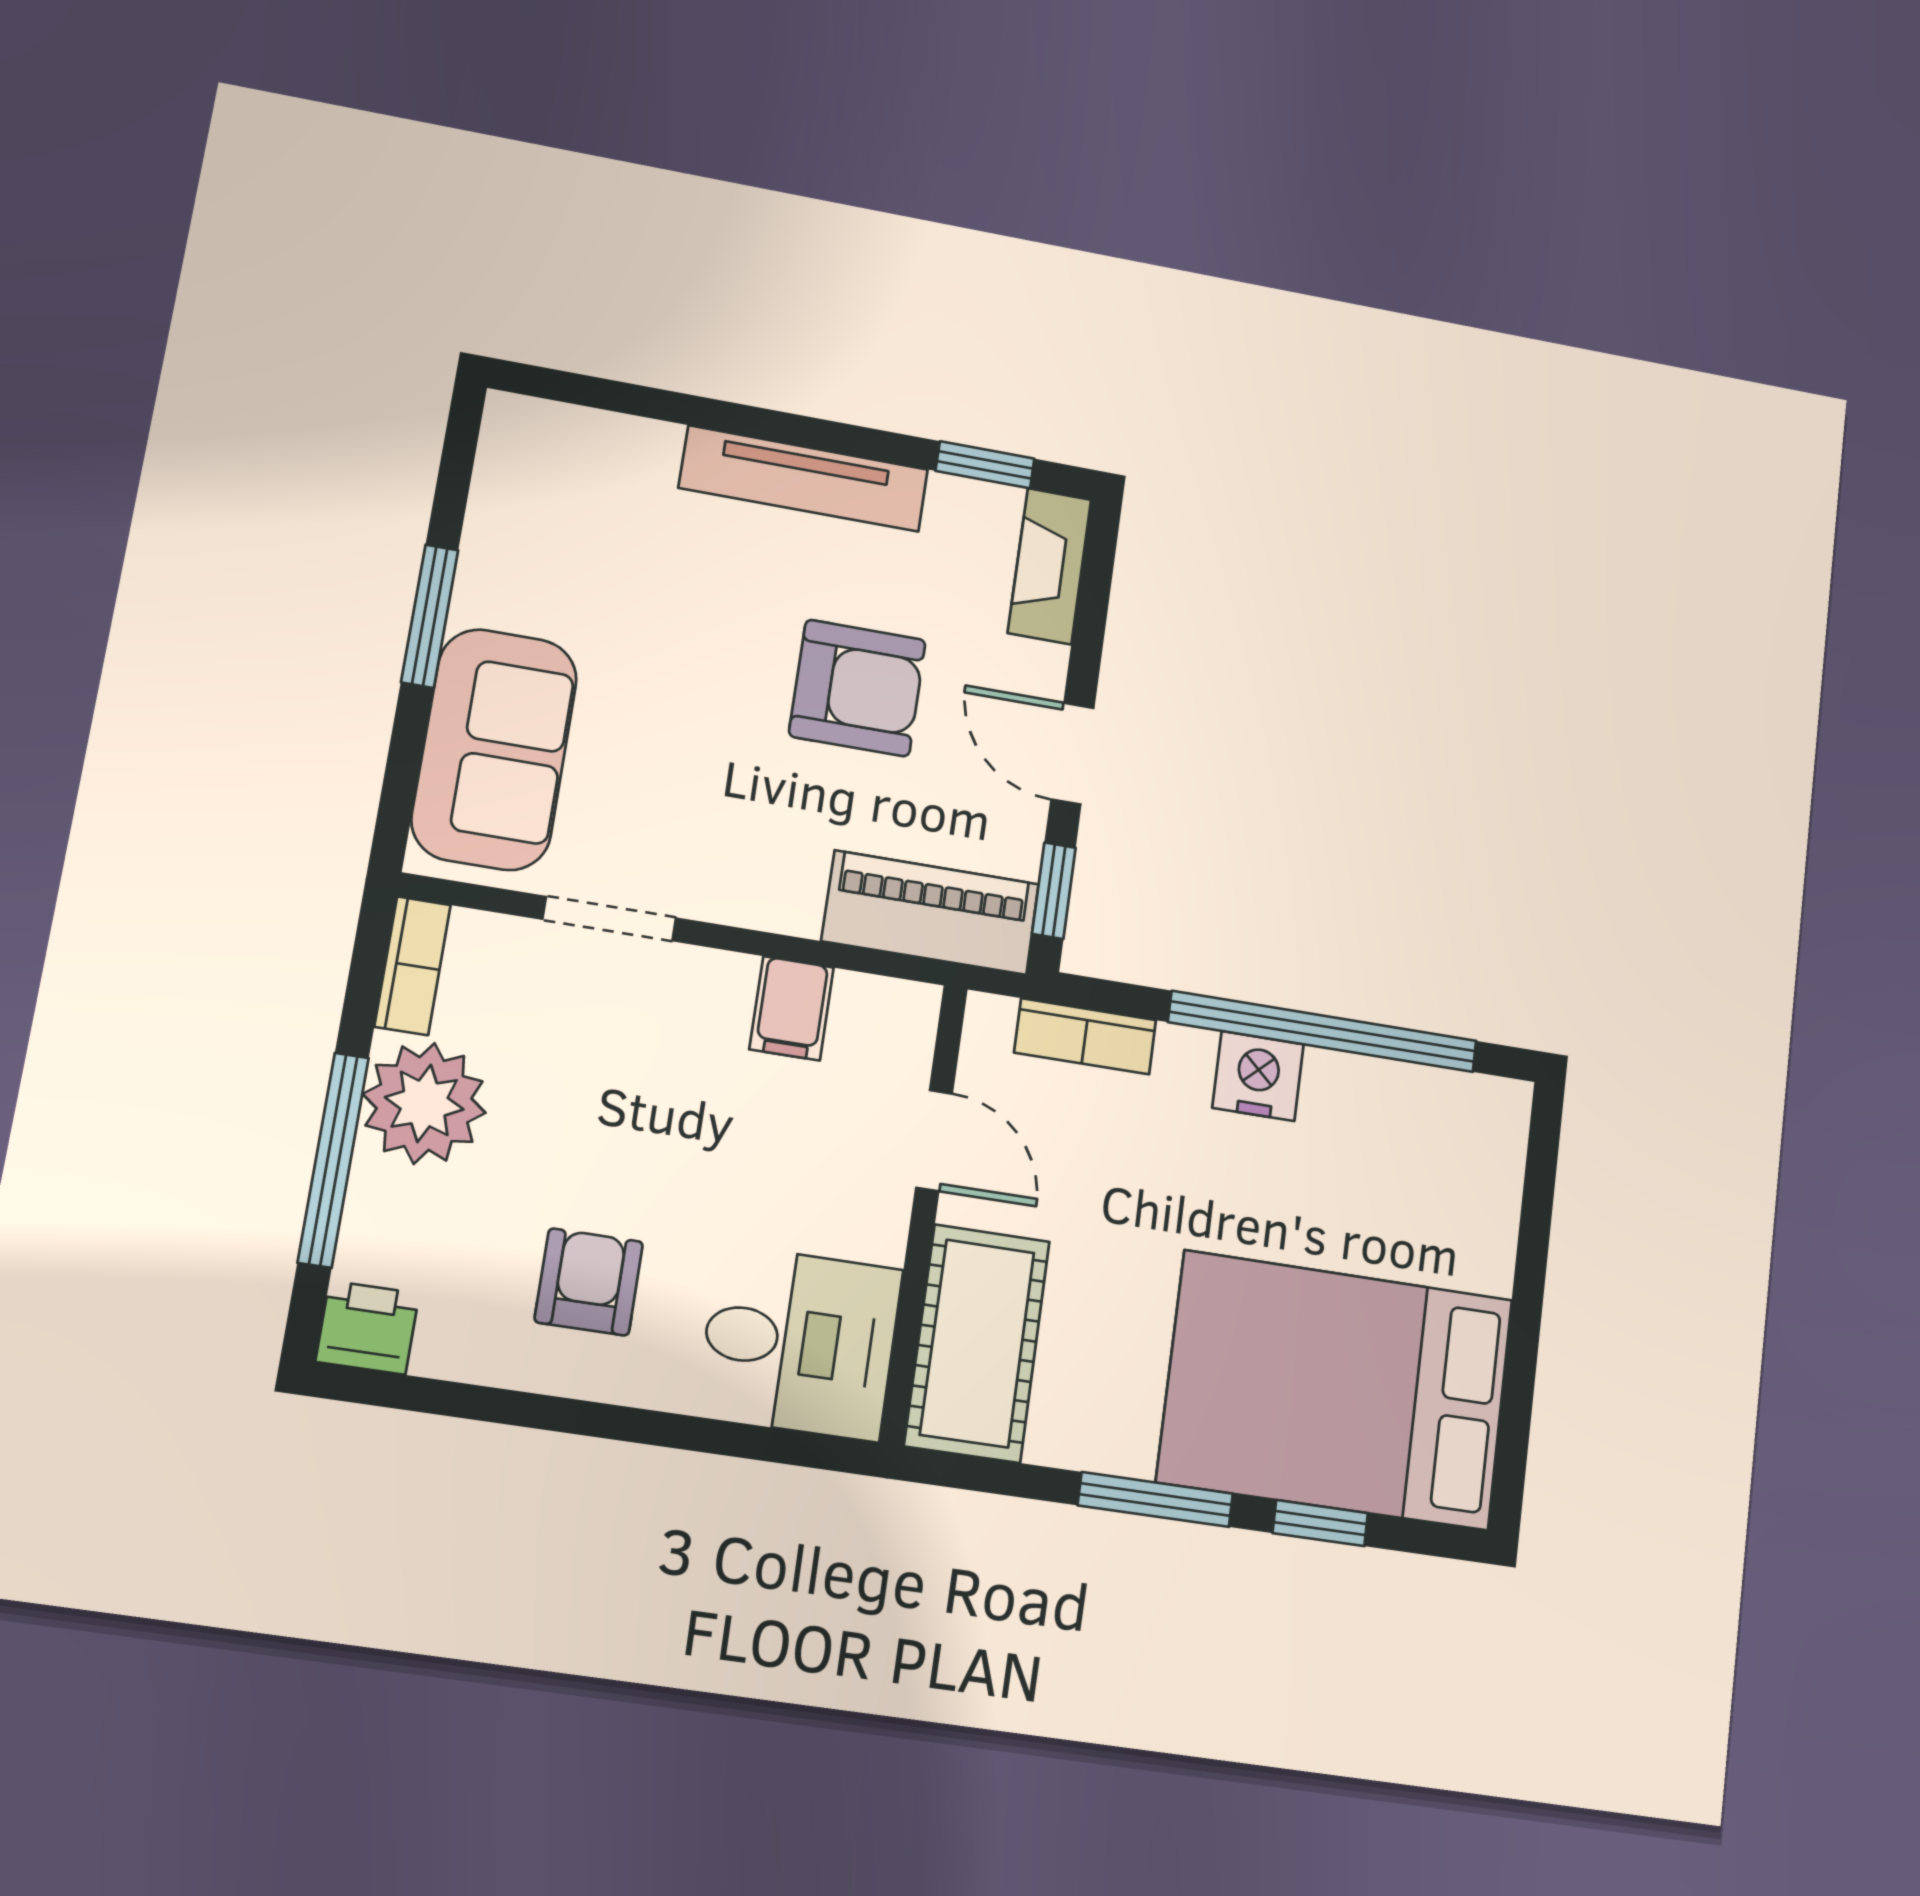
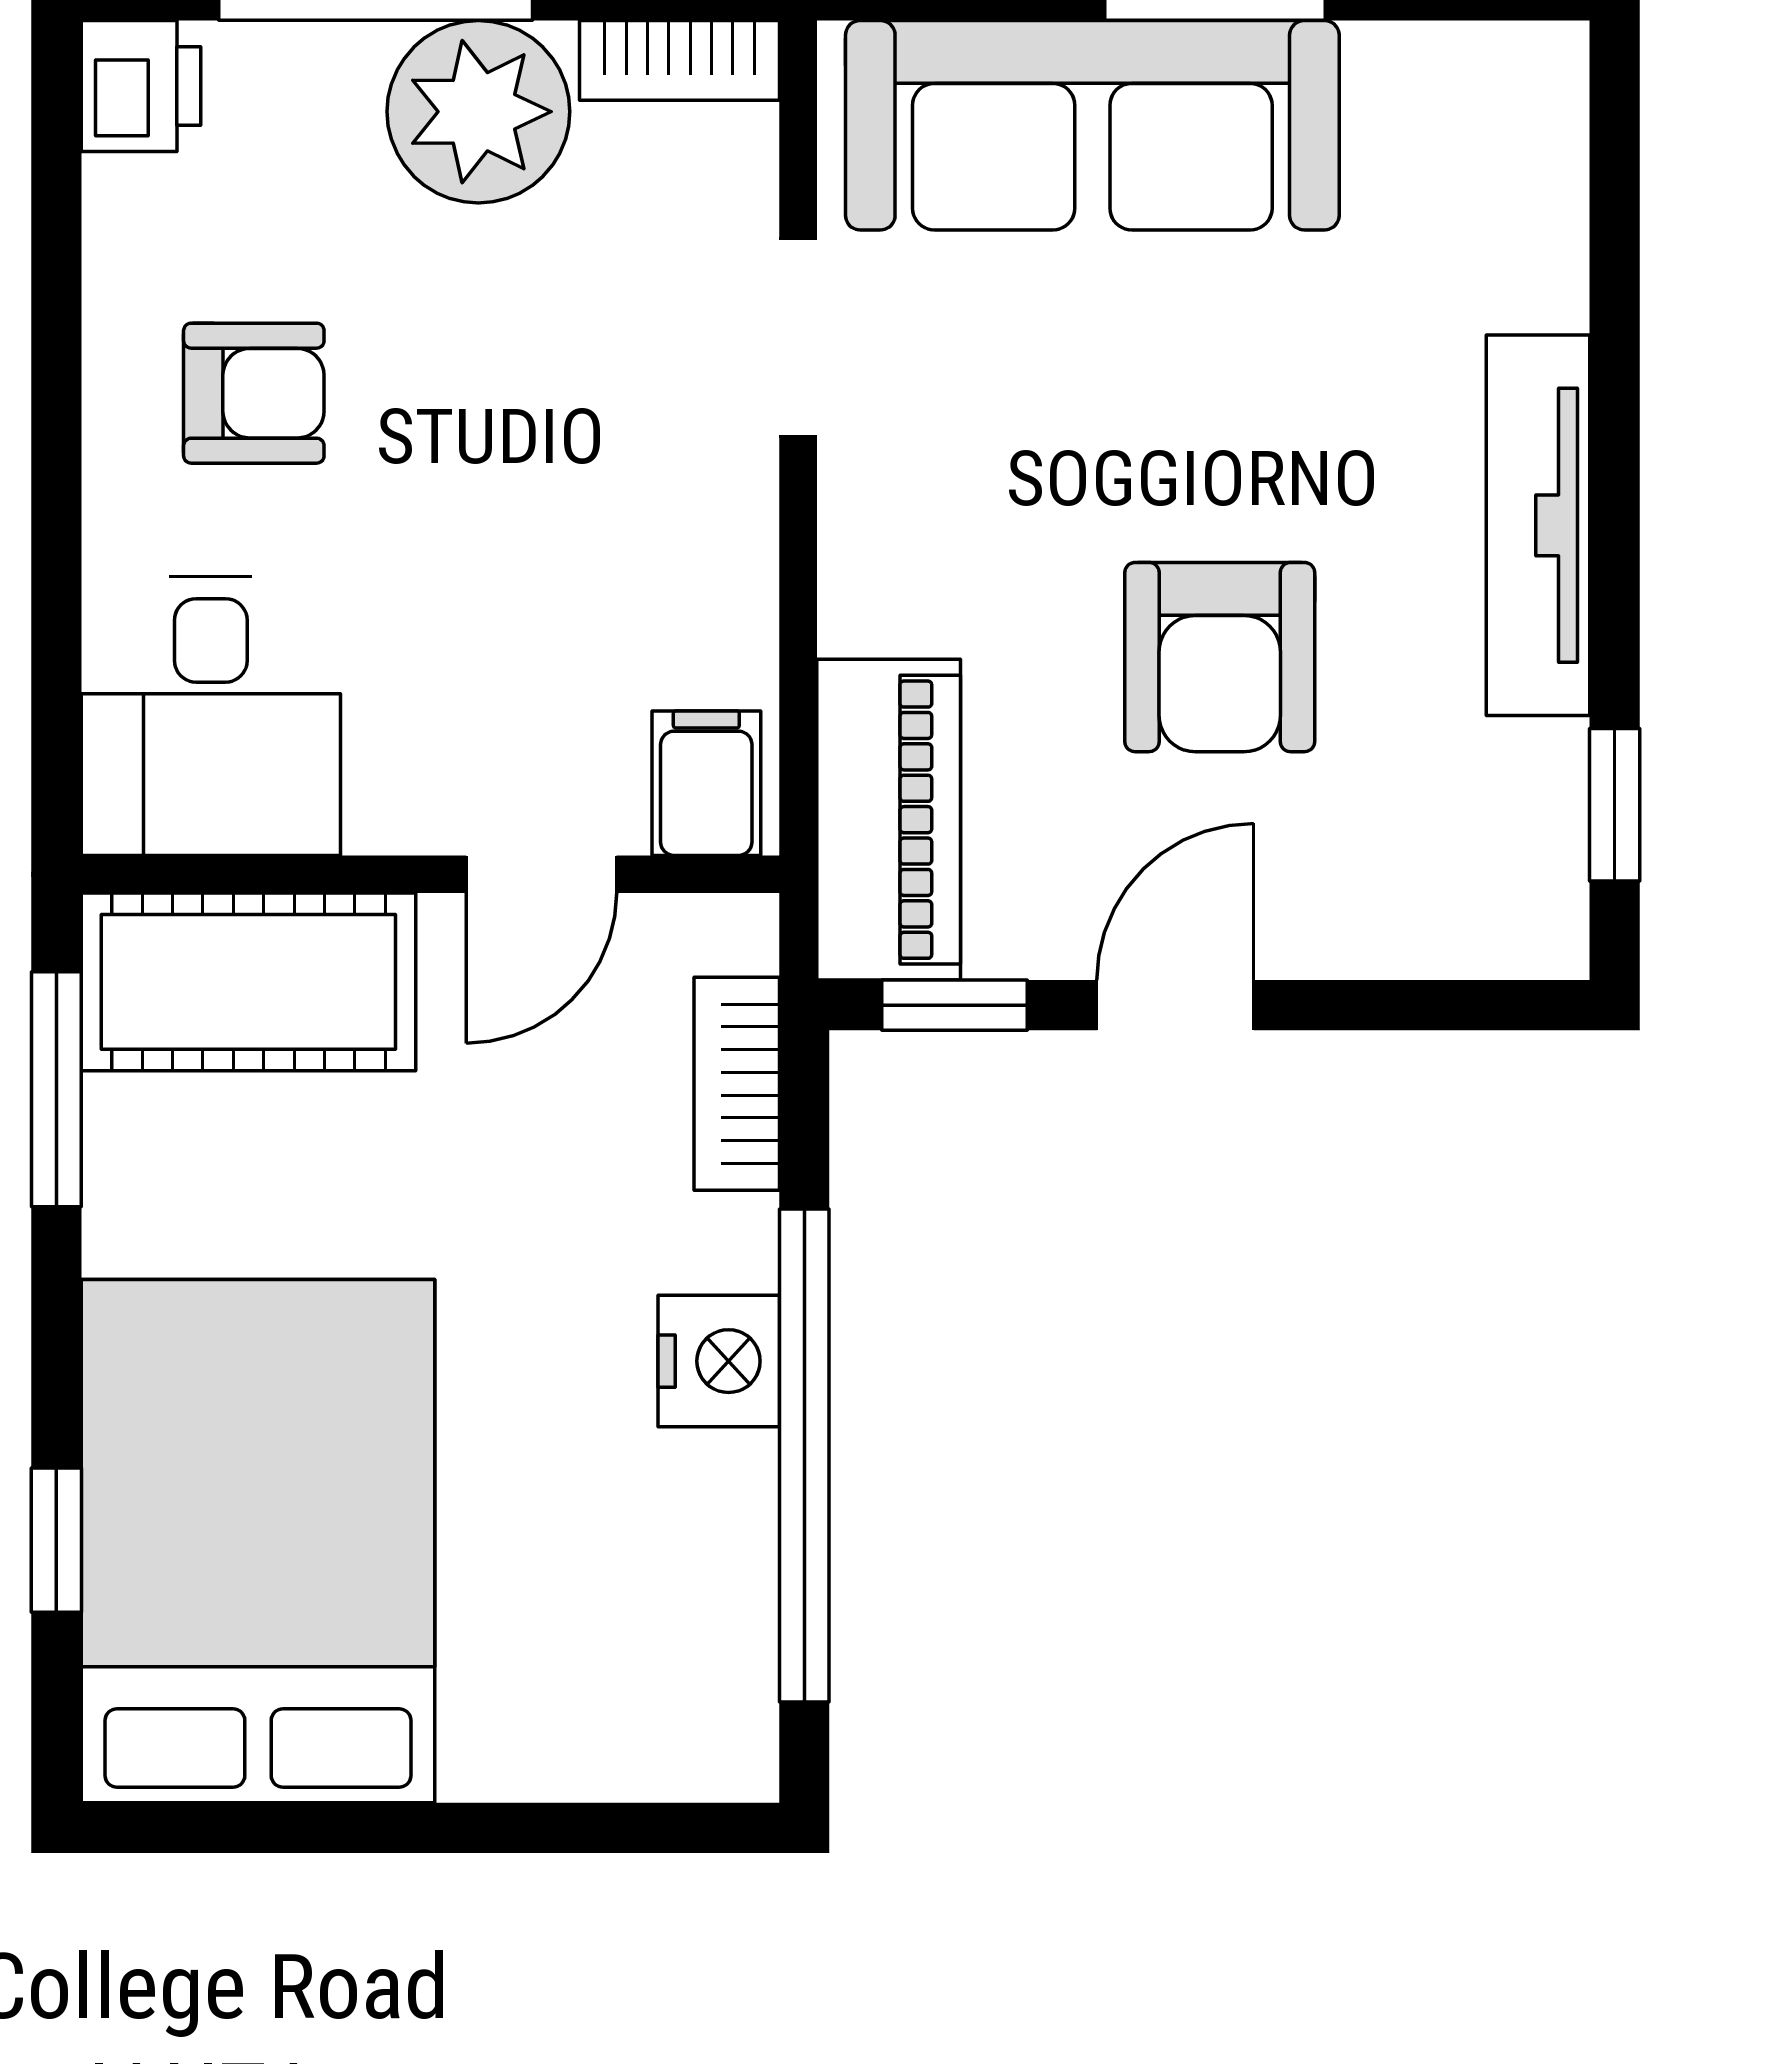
fireplace: (1050, 566) -> (1469, 929), removed
sofa: (494, 749) -> (1092, 125), width x1.36
filing cabinet: (792, 1008) -> (706, 783), moved, turned 90
window: (1155, 1500) -> (56, 1089), moved

